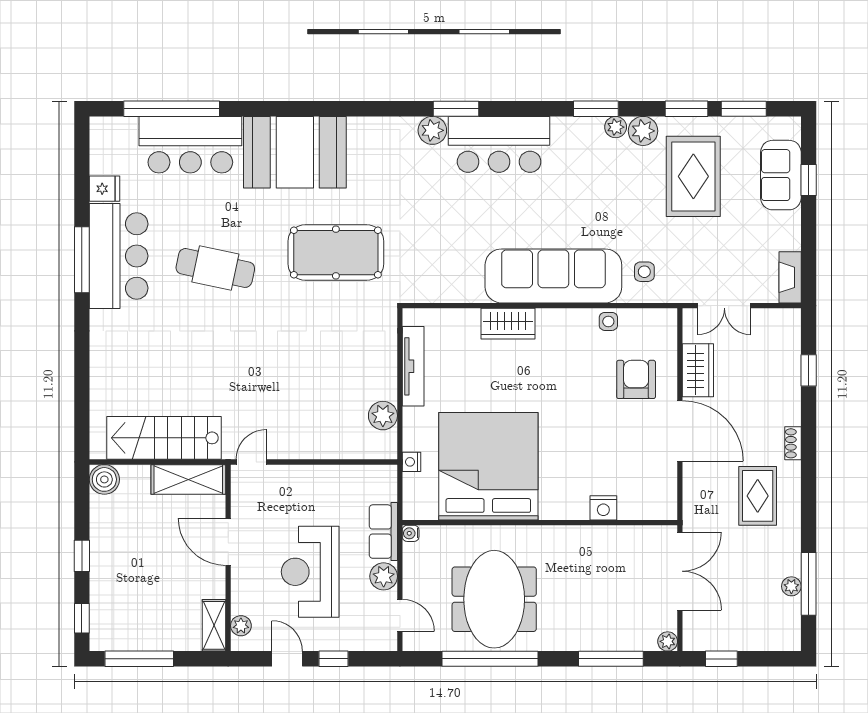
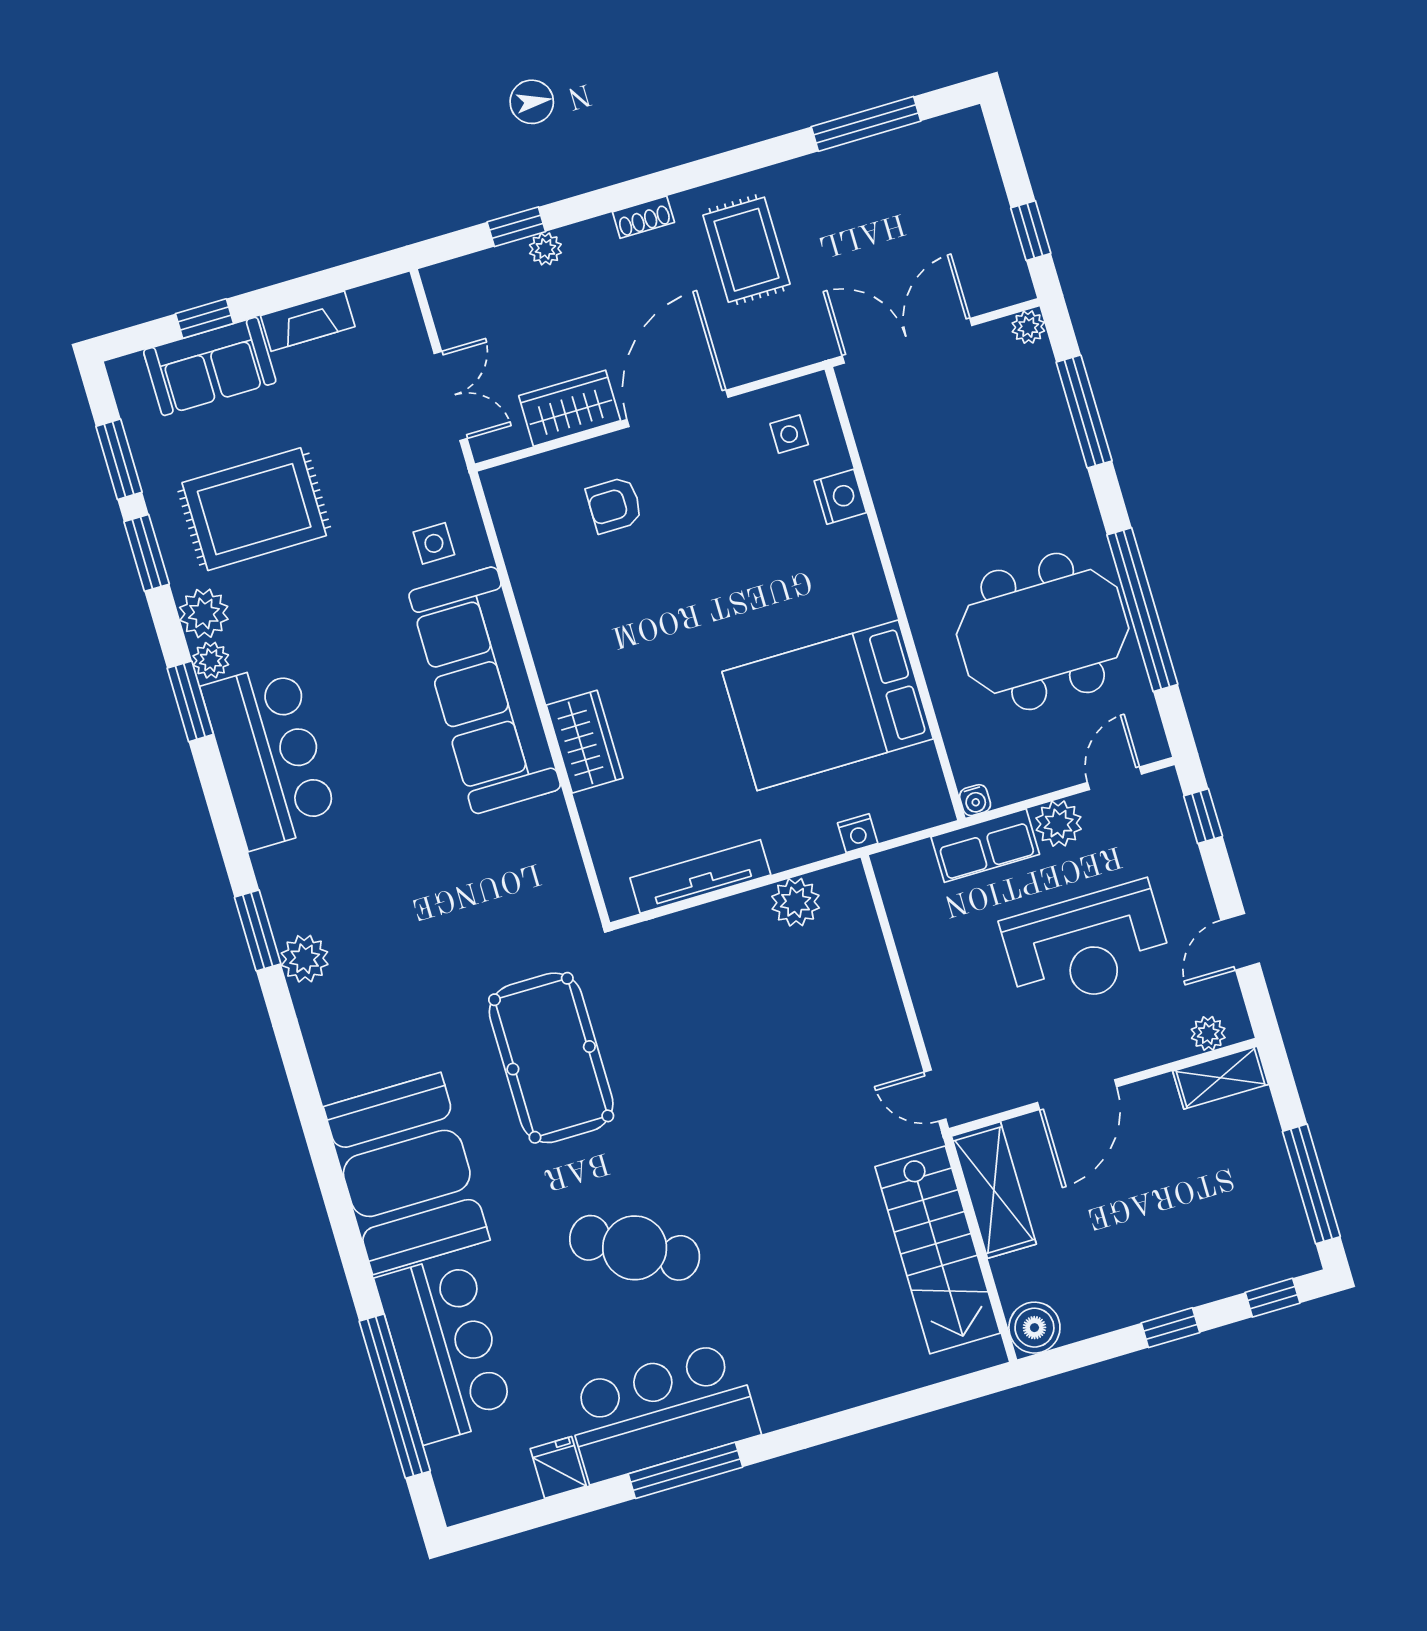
bar counter: (499, 144) -> (270, 756), moved
cafe table: (215, 268) -> (635, 1248), turned -73
fireplace: (790, 277) -> (308, 321), moved
side table: (608, 321) -> (789, 434), moved
armchair: (636, 379) -> (614, 505), width x0.72, depth x0.72
bed: (488, 466) -> (828, 705), width x0.73
rug: (758, 496) -> (746, 250), turned 90
plant: (791, 586) -> (545, 249), moved
window: (334, 659) -> (1203, 816), moved

